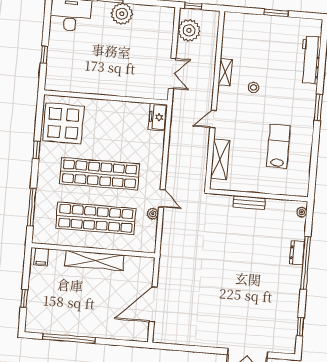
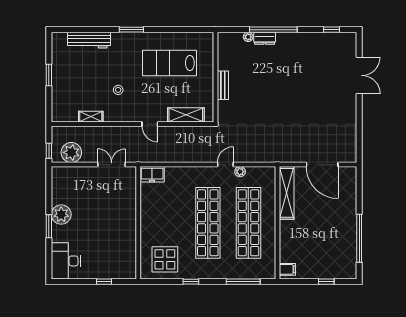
shelving: (225, 72) -> (91, 117), moved
display table: (63, 123) -> (165, 259), width x0.73, depth x0.73
lab bench: (278, 146) -> (169, 63), width x1.36, depth x1.39
plant: (302, 212) -> (248, 37), moved
shelving: (95, 260) -> (287, 193), moved

